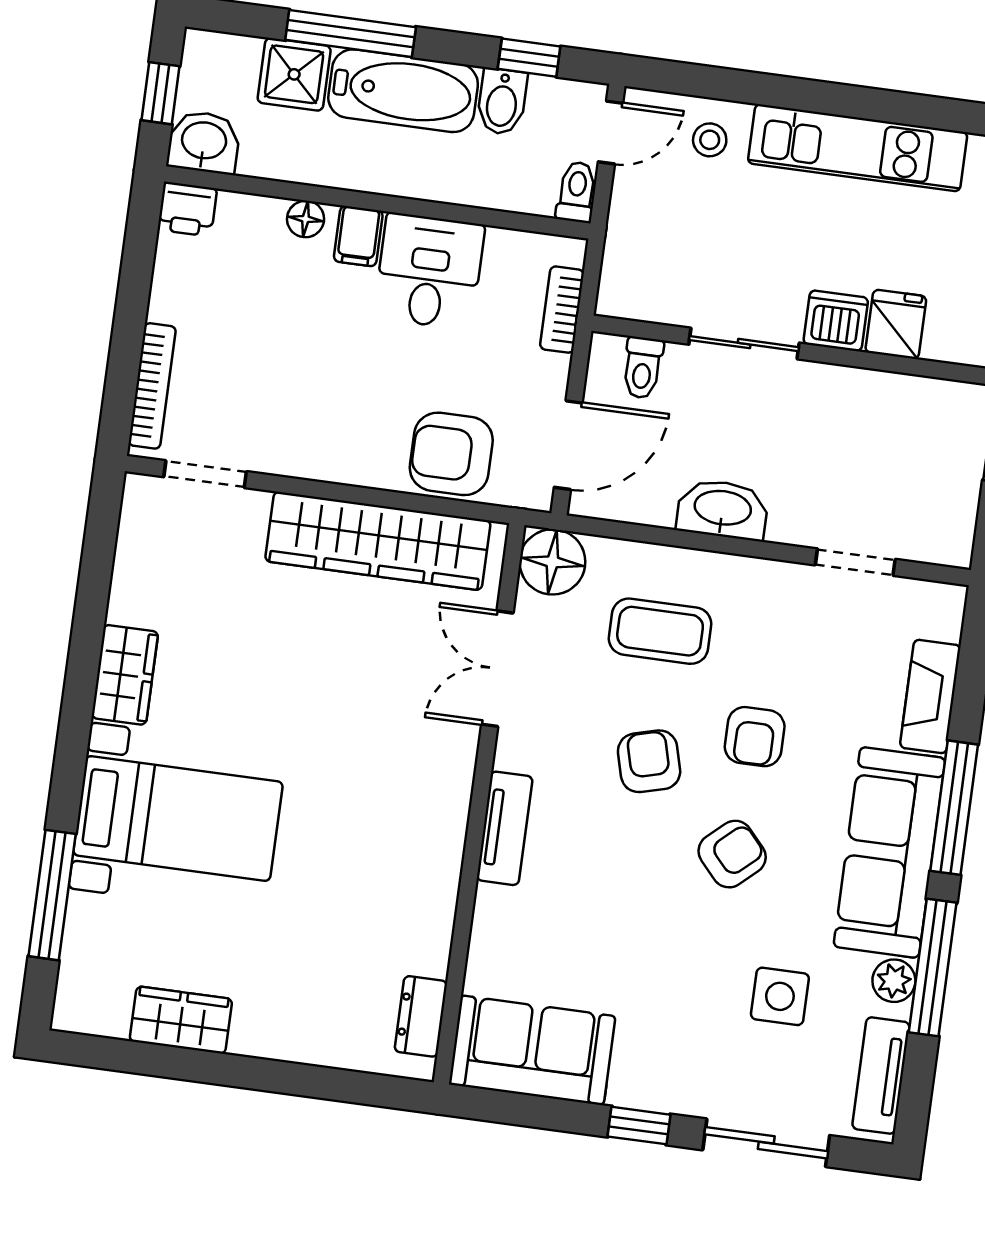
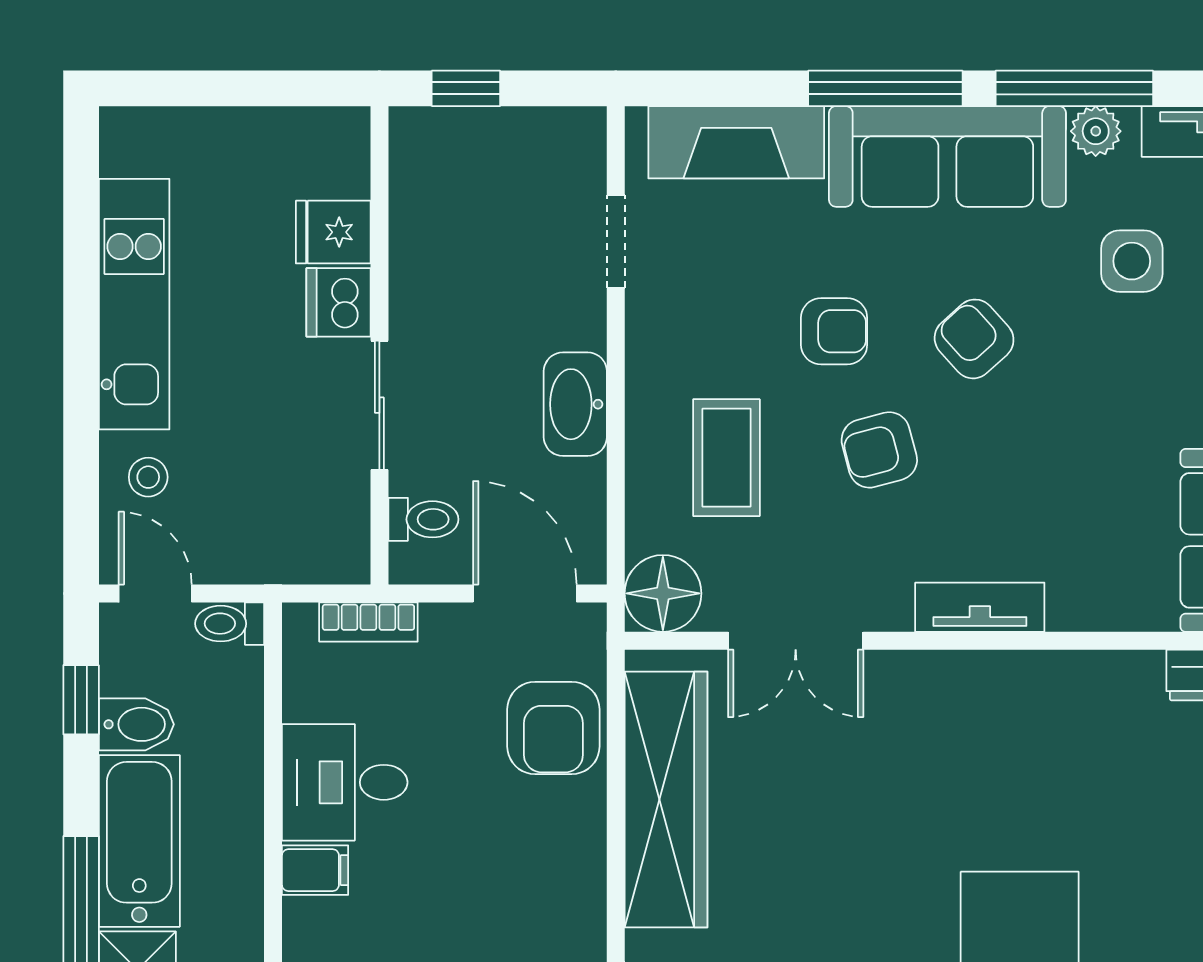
floor lamp: (306, 219) -> (303, 934), removed
fireplace: (930, 696) -> (736, 142), width x1.37, depth x1.32

